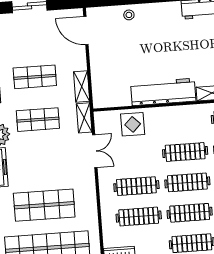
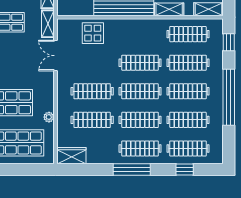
double door: (95, 151) -> (56, 56), swing flipped
plant: (92, 217) -> (49, 117), added

